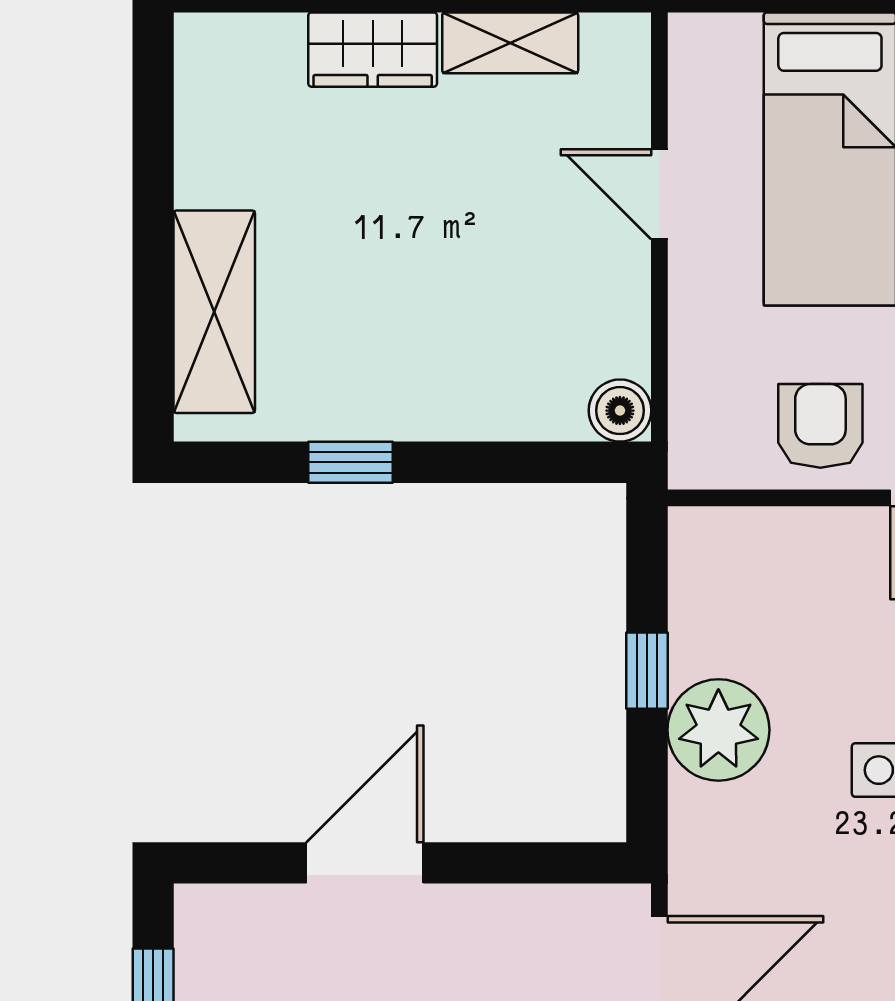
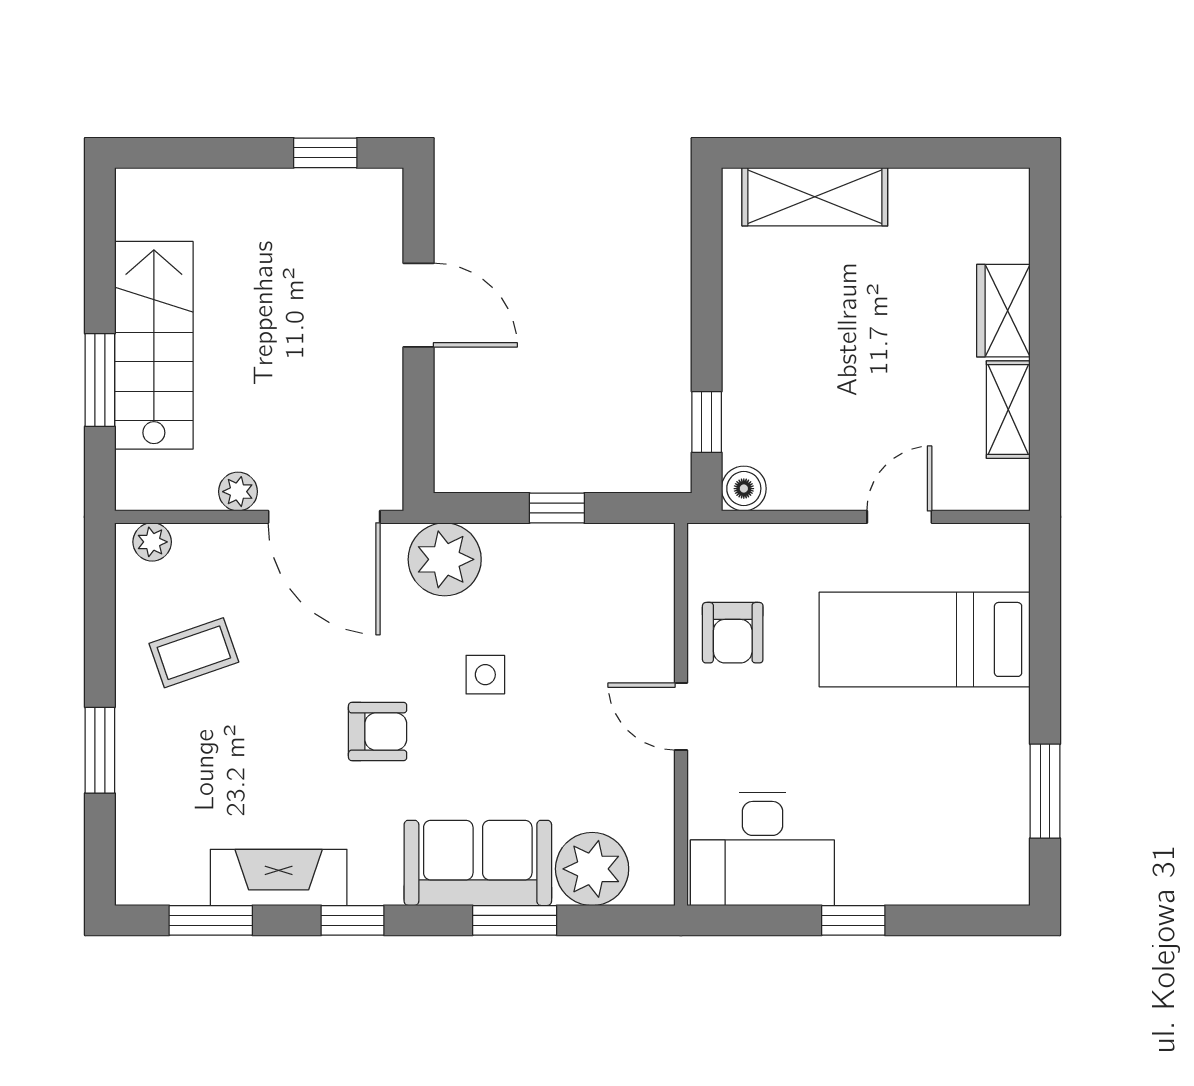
armchair: (820, 426) -> (733, 633), turned 90
window: (350, 462) -> (707, 422), moved
plant: (718, 730) -> (445, 559), moved

